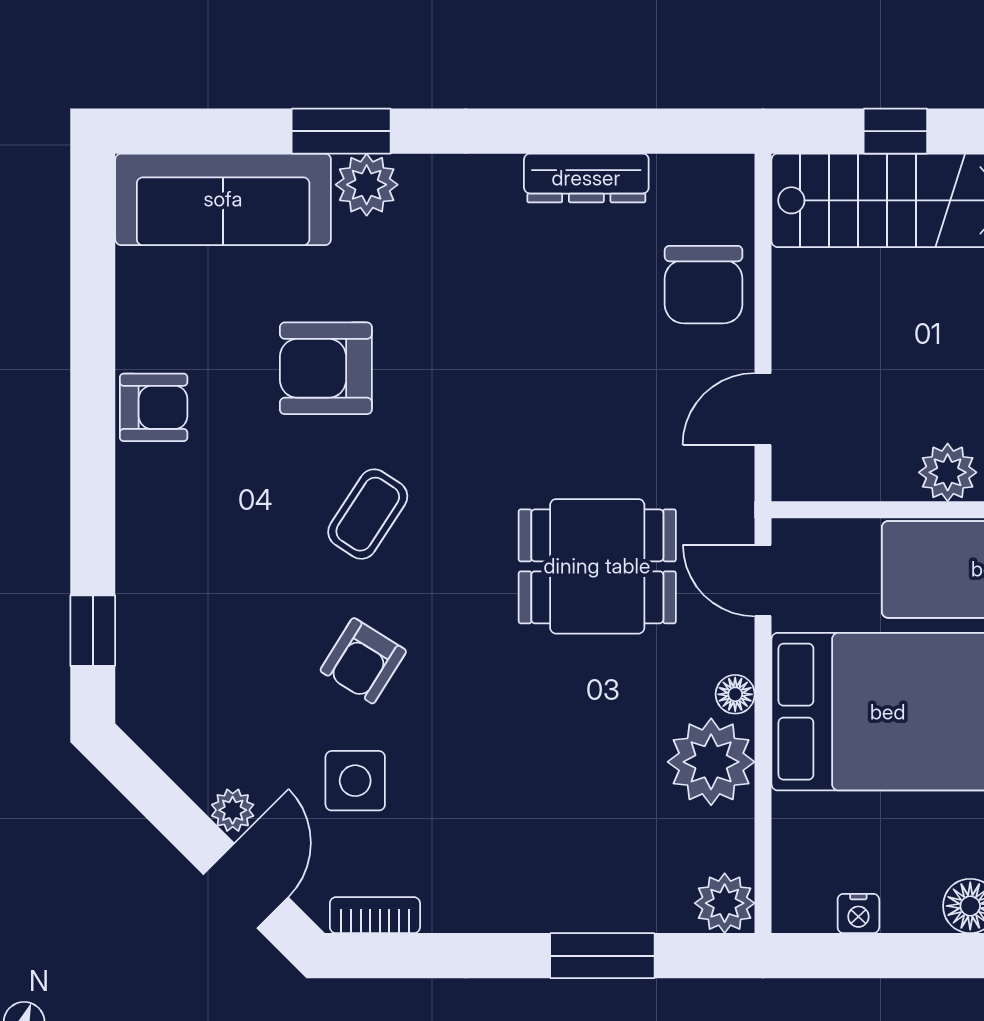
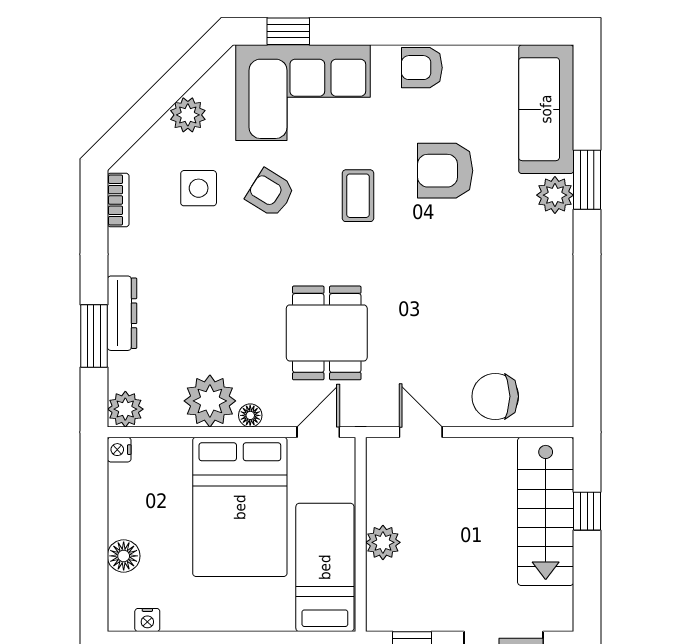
dresser: (586, 178) -> (122, 313), moved, turned 180
armchair: (326, 368) -> (445, 171), turned -90
armchair: (154, 407) -> (422, 68), turned 90
coffee table: (368, 514) -> (358, 196), turned 57
corner sofa: (195, 606) -> (303, 93), added
plant: (233, 810) -> (188, 115), width x1.38, depth x1.38
door: (246, 886) -> (136, 123), removed
nightstand: (858, 913) -> (119, 450), moved

